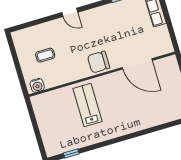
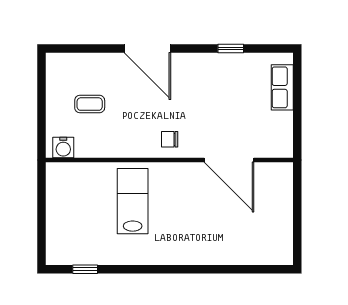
door: (70, 12) -> (148, 49), width x1.88
chair: (99, 62) -> (170, 139), width x0.54, depth x0.54

